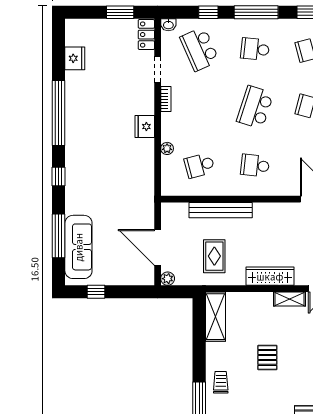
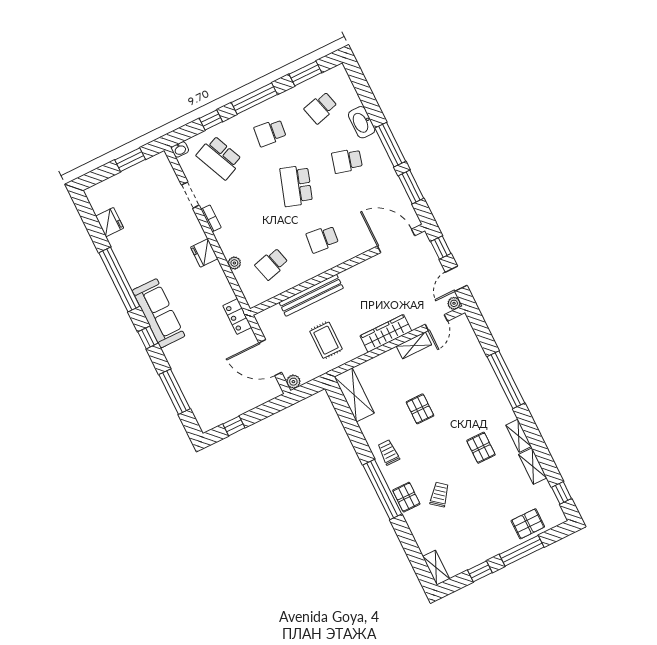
locker: (146, 35) -> (237, 317), moved
sofa: (78, 247) -> (159, 313), moved

